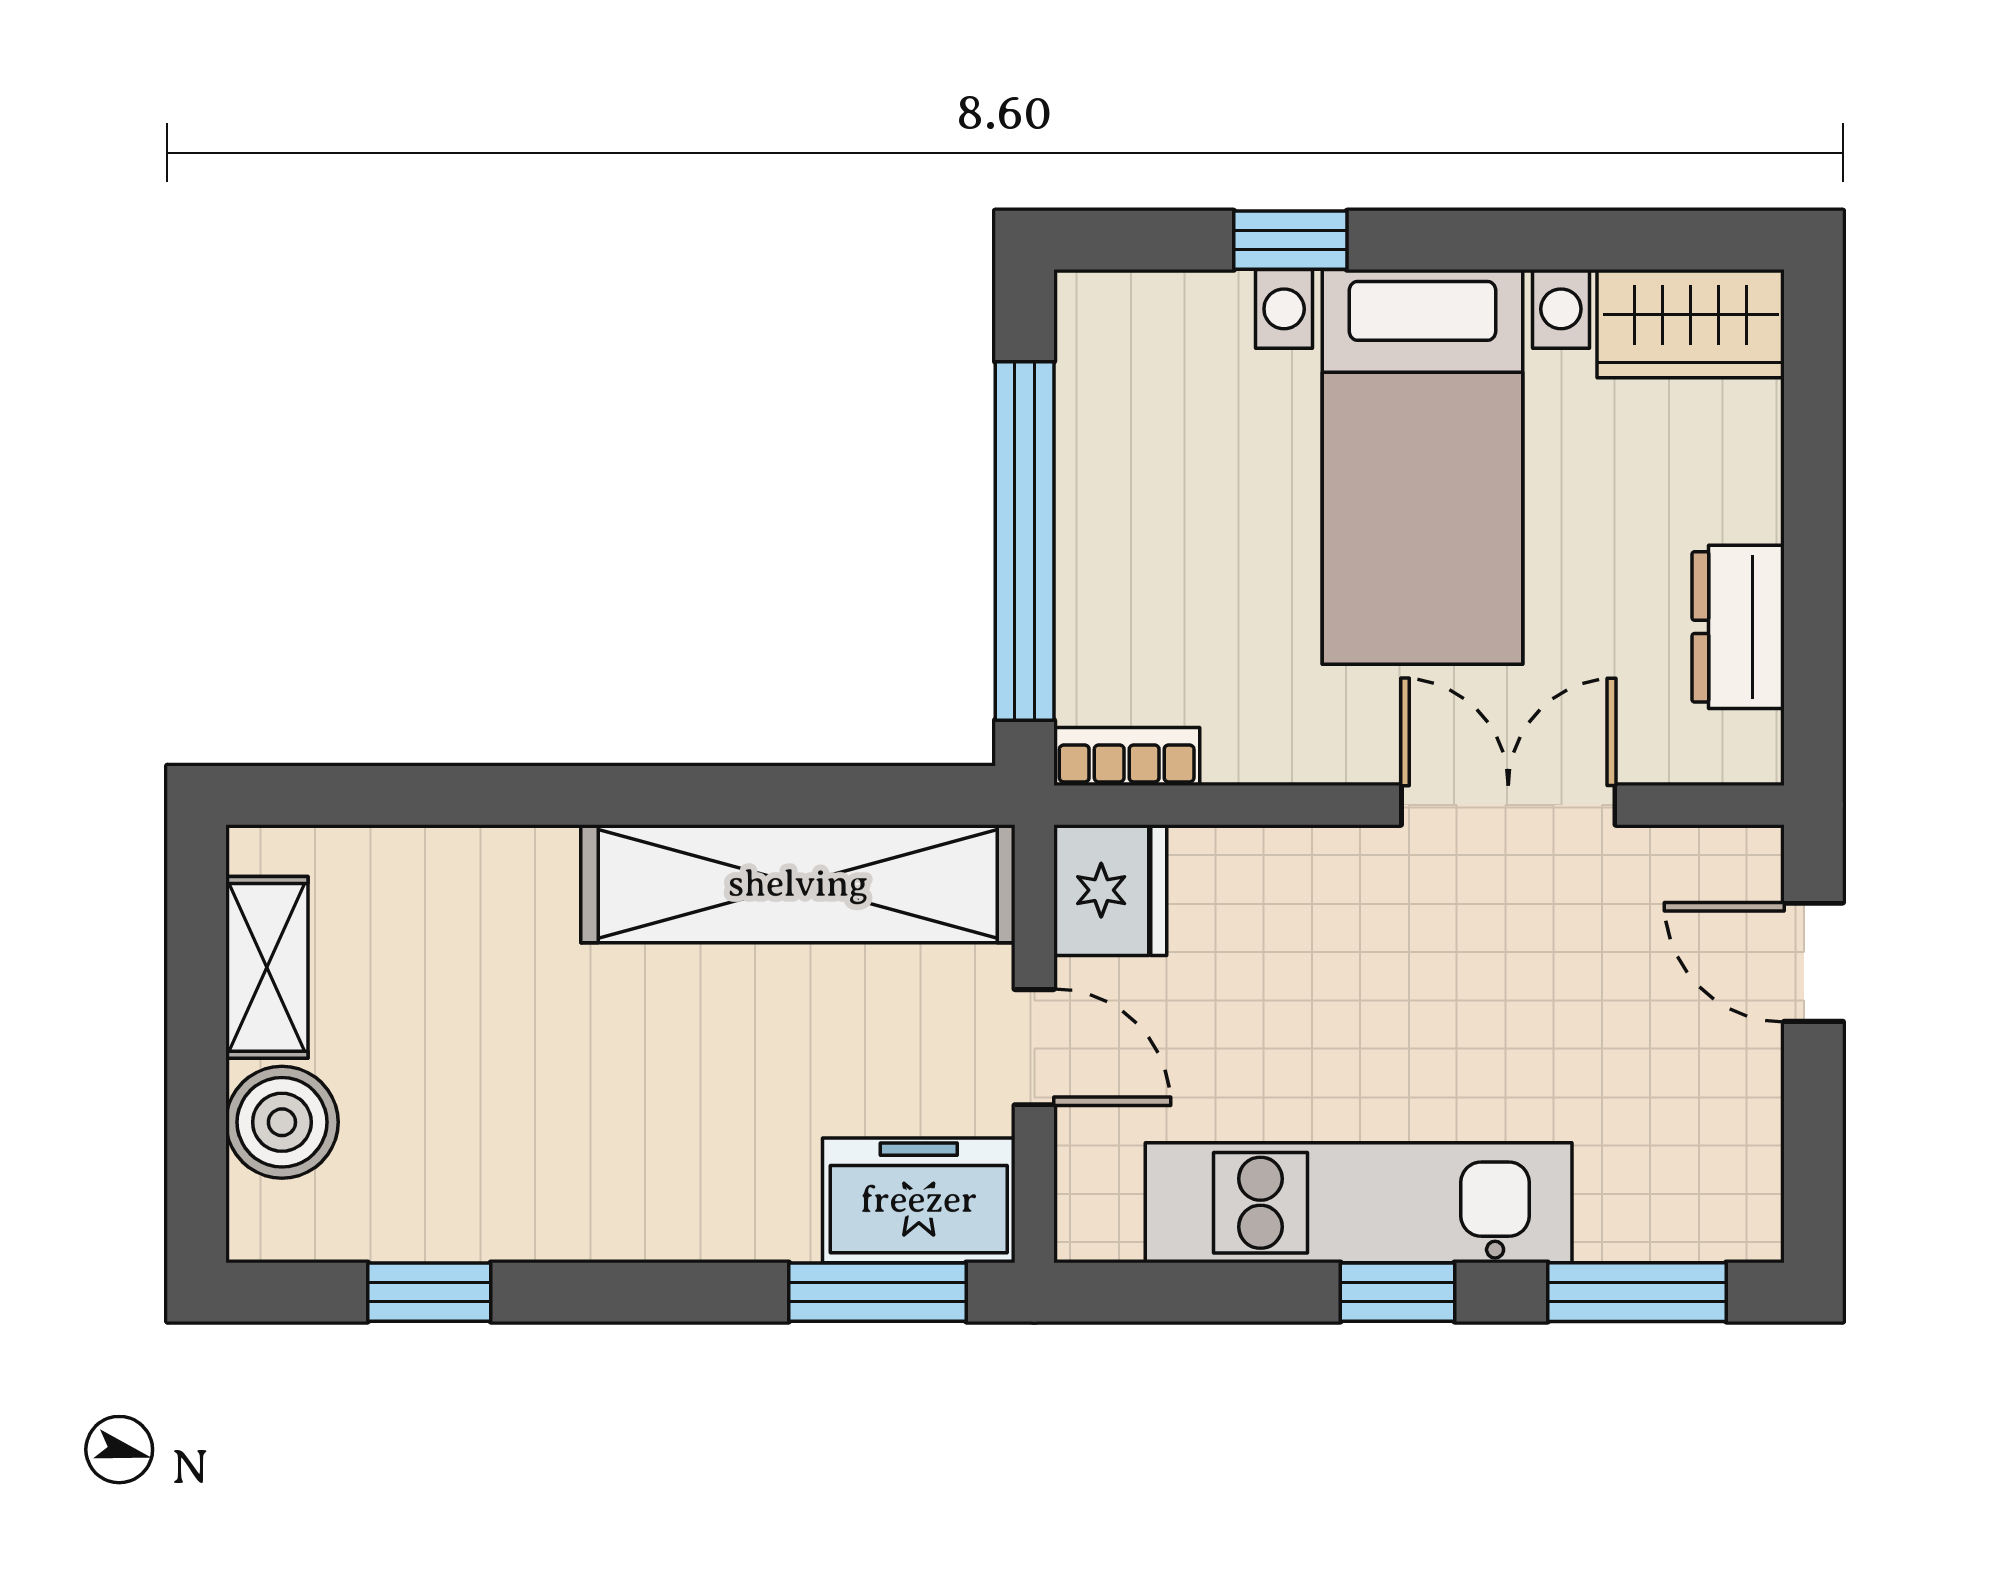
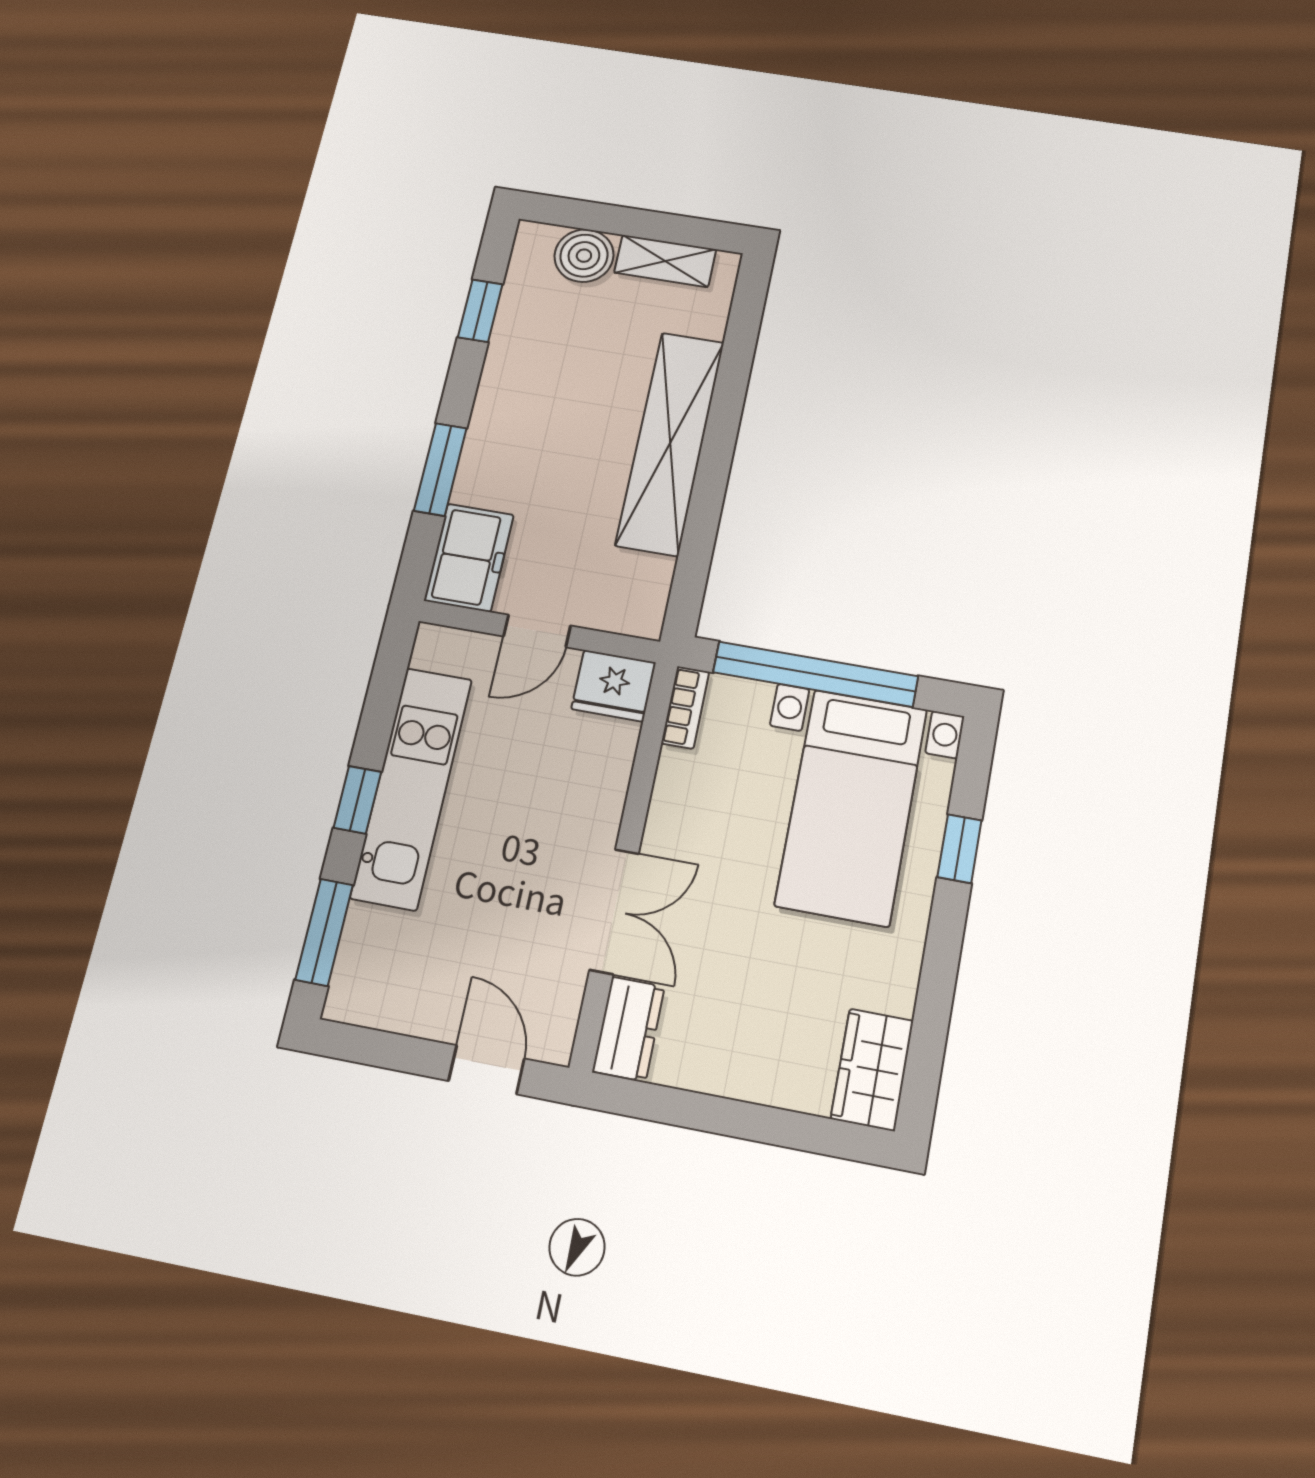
bed with nightstands: (1422, 467) -> (851, 807), moved, turned -90
dresser: (1738, 627) -> (629, 1029), moved, turned 90
shelving: (798, 884) -> (670, 443), moved
door: (1813, 962) -> (486, 1070), hinge flipped
window: (878, 1292) -> (440, 469), moved

